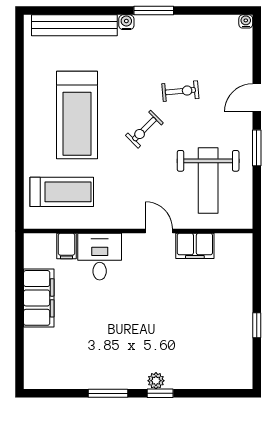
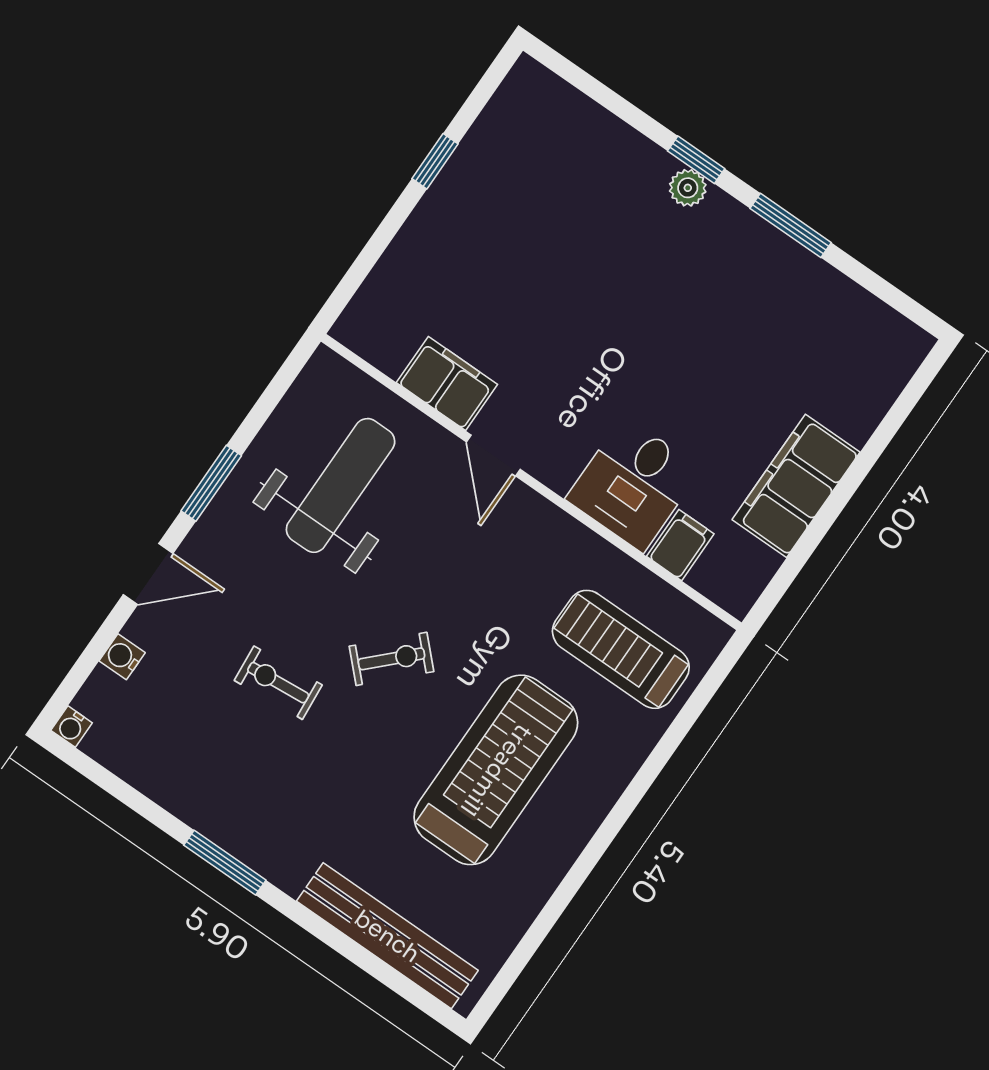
water cooler: (126, 22) -> (122, 657), moved, turned 90

